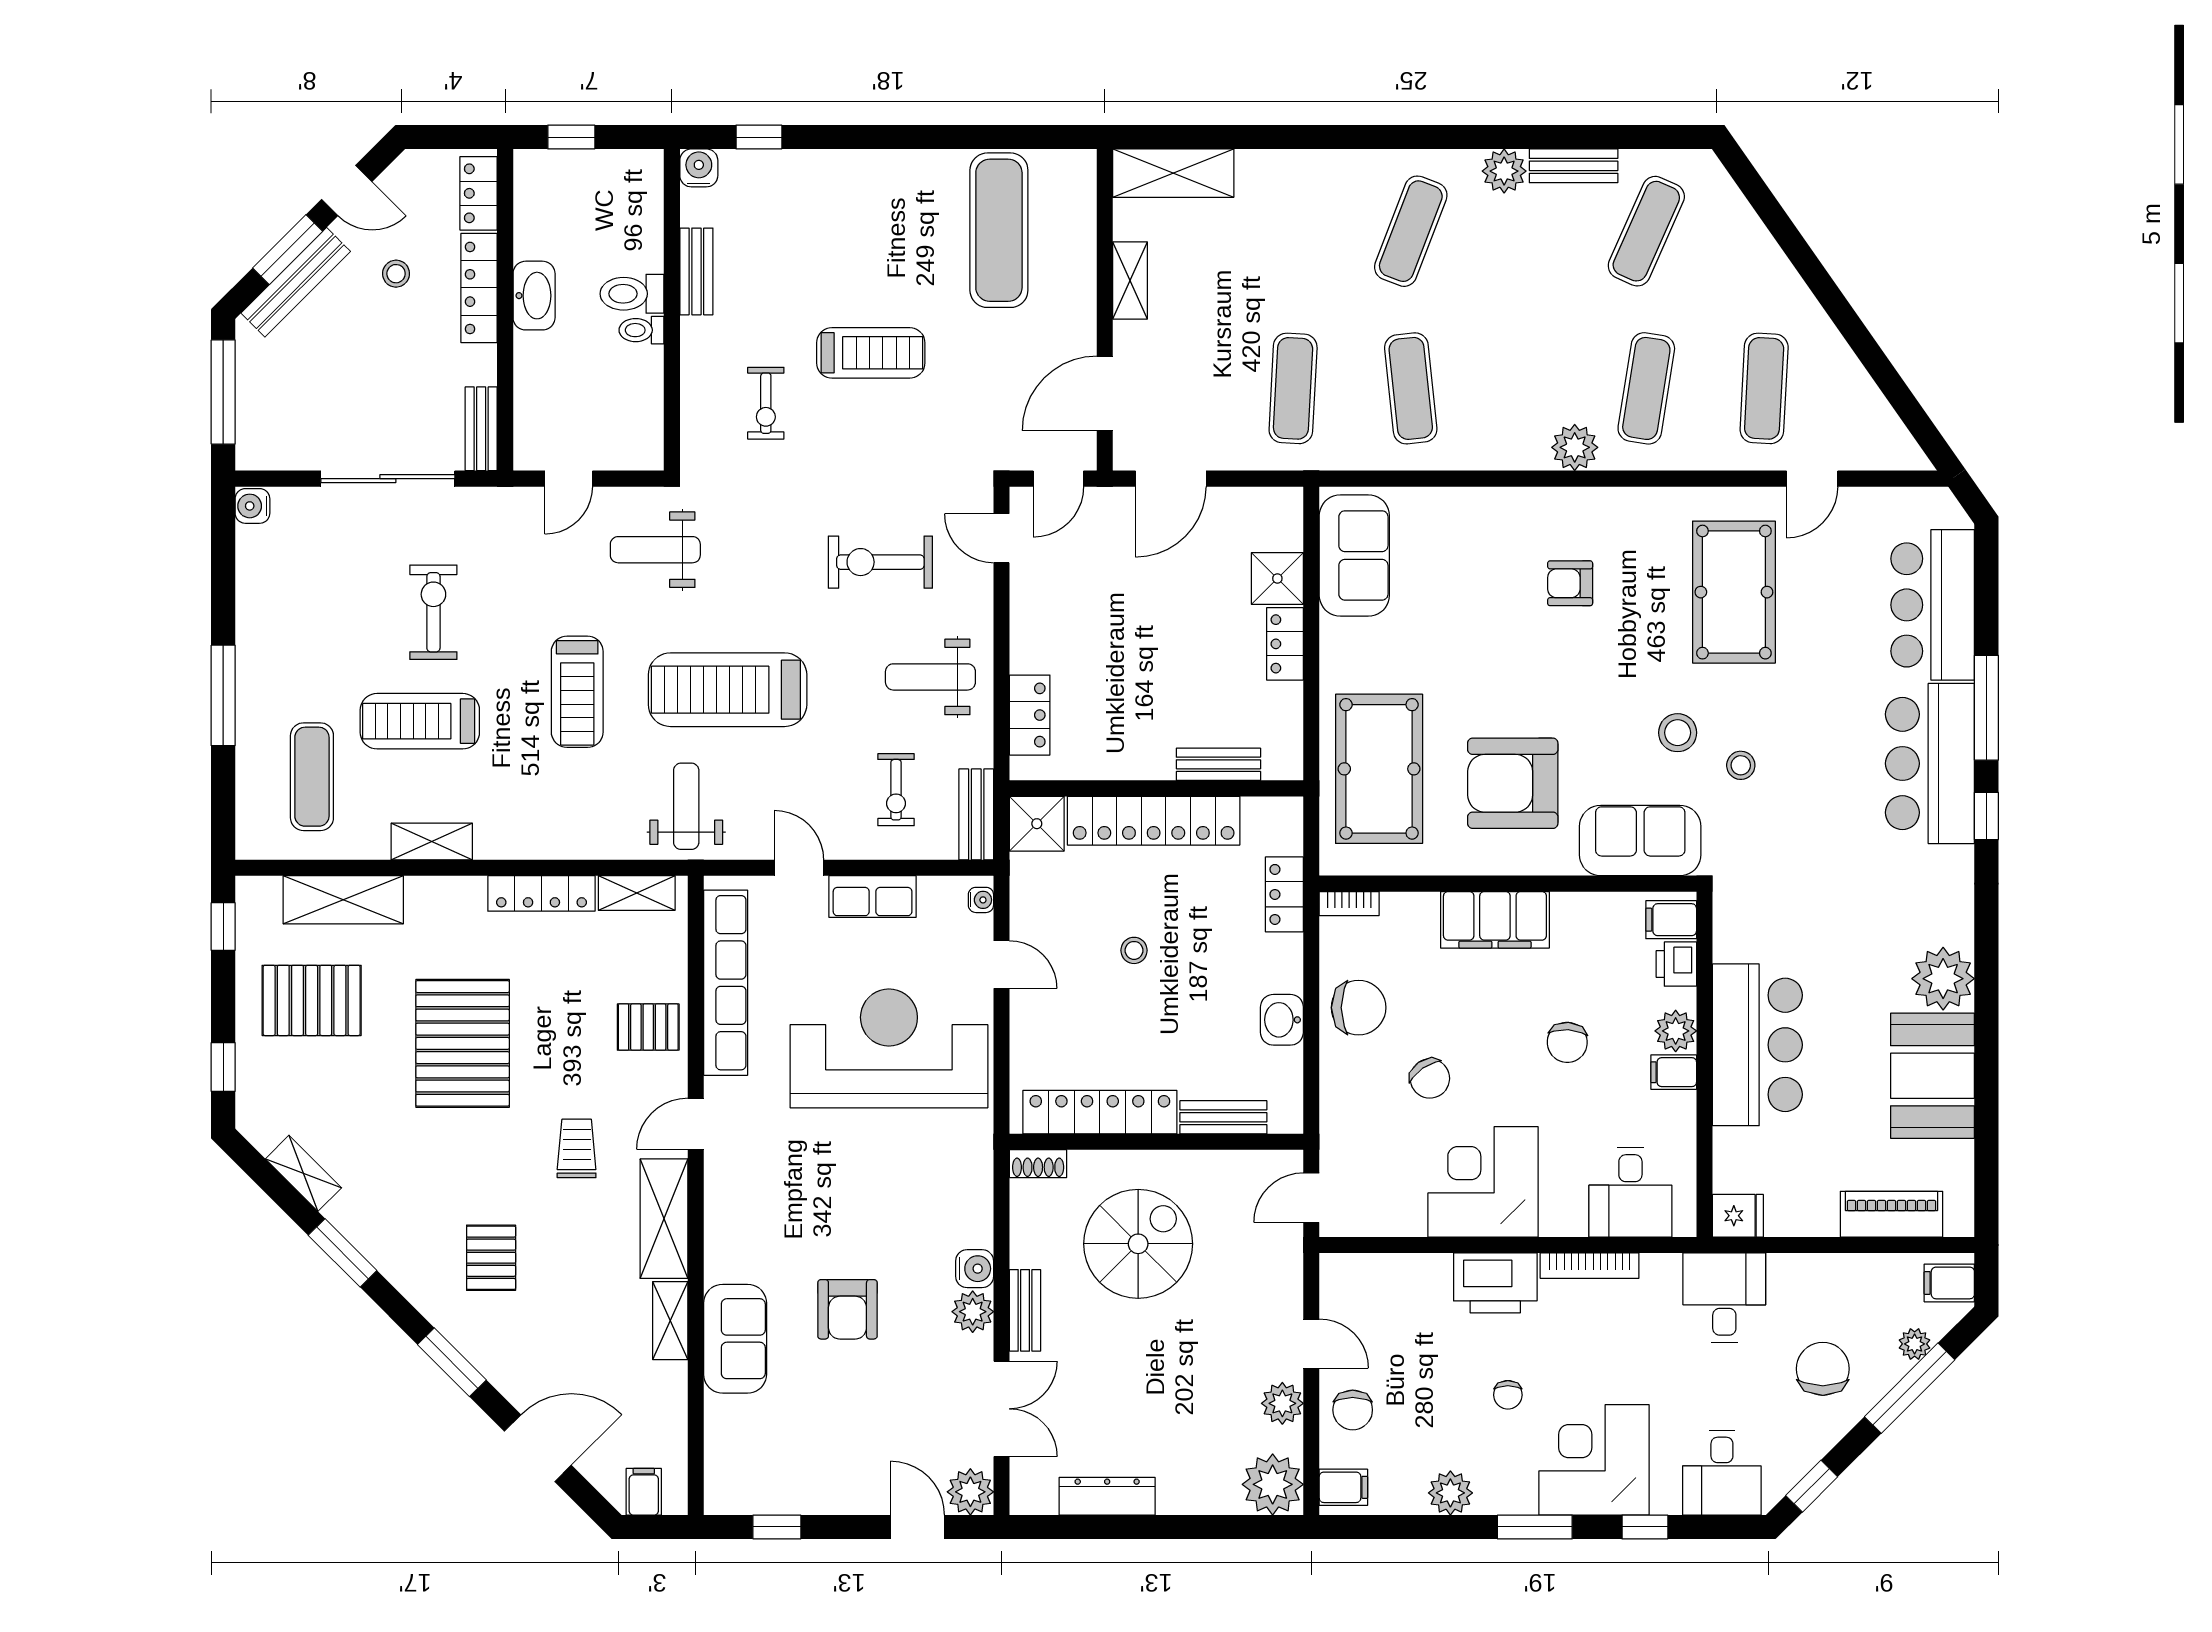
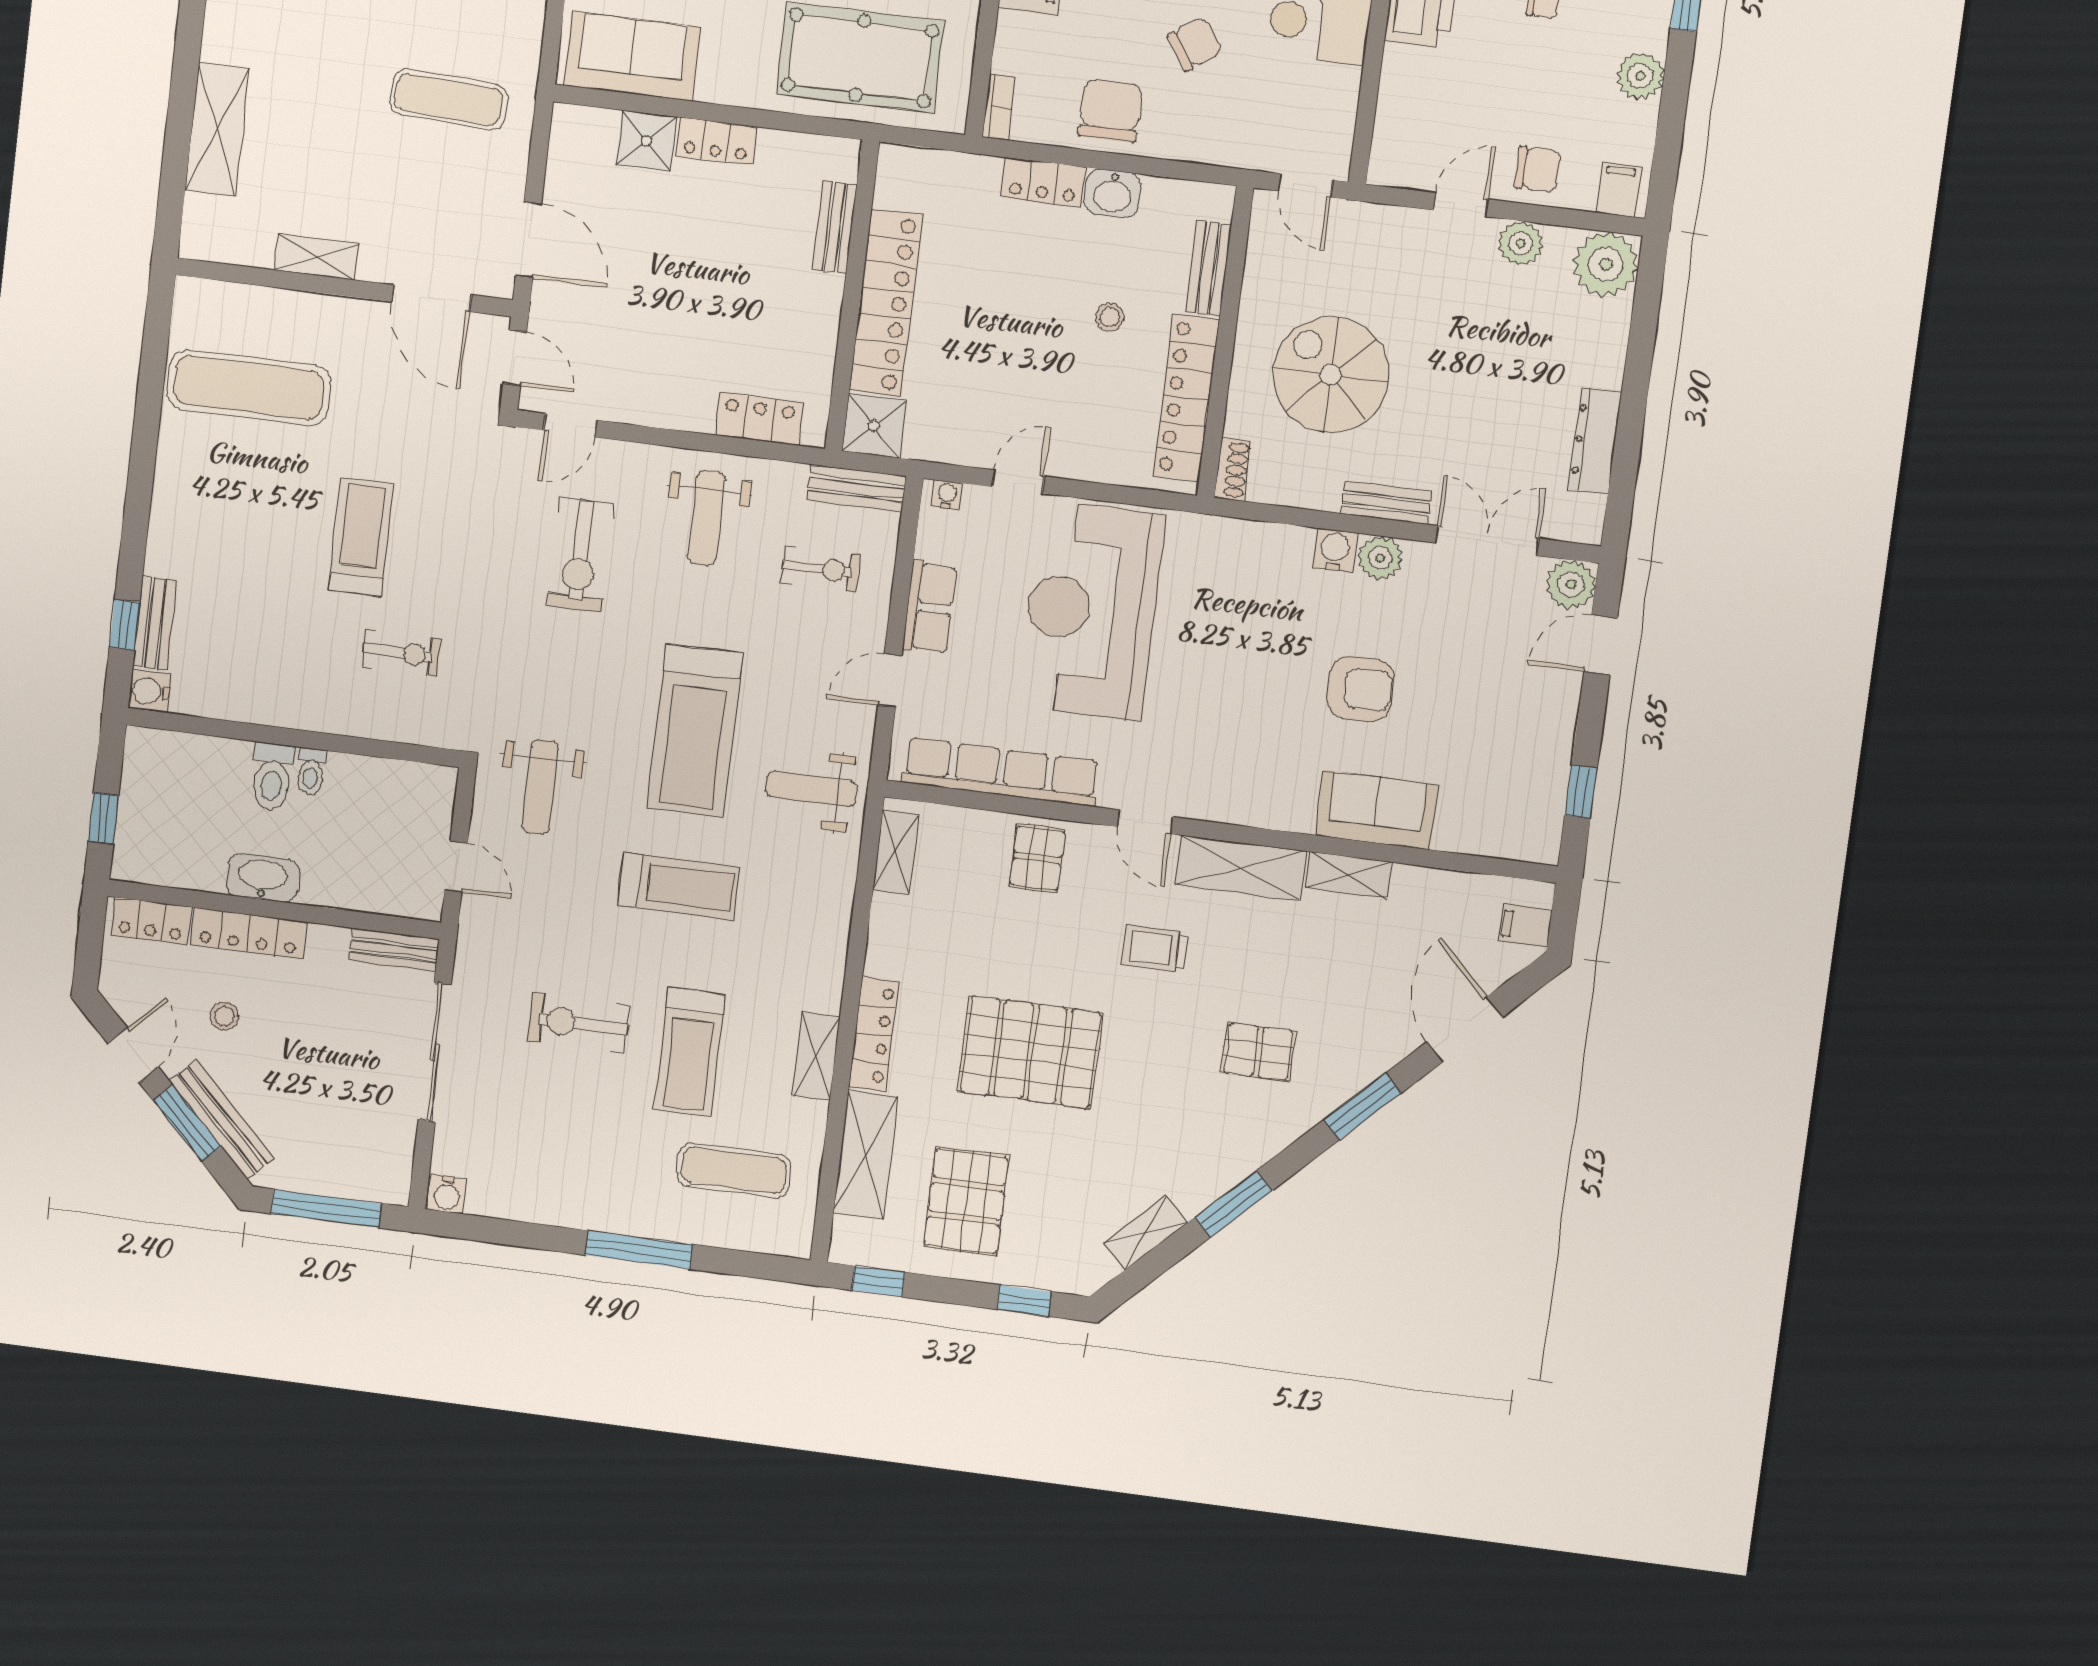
shelving: (1173, 173) -> (217, 129), moved
bench: (696, 271) -> (155, 623), moved, turned 90
locker: (541, 893) -> (874, 1034), moved
locker: (1284, 894) -> (1043, 182), moved
stool: (1134, 950) -> (1110, 317), moved

